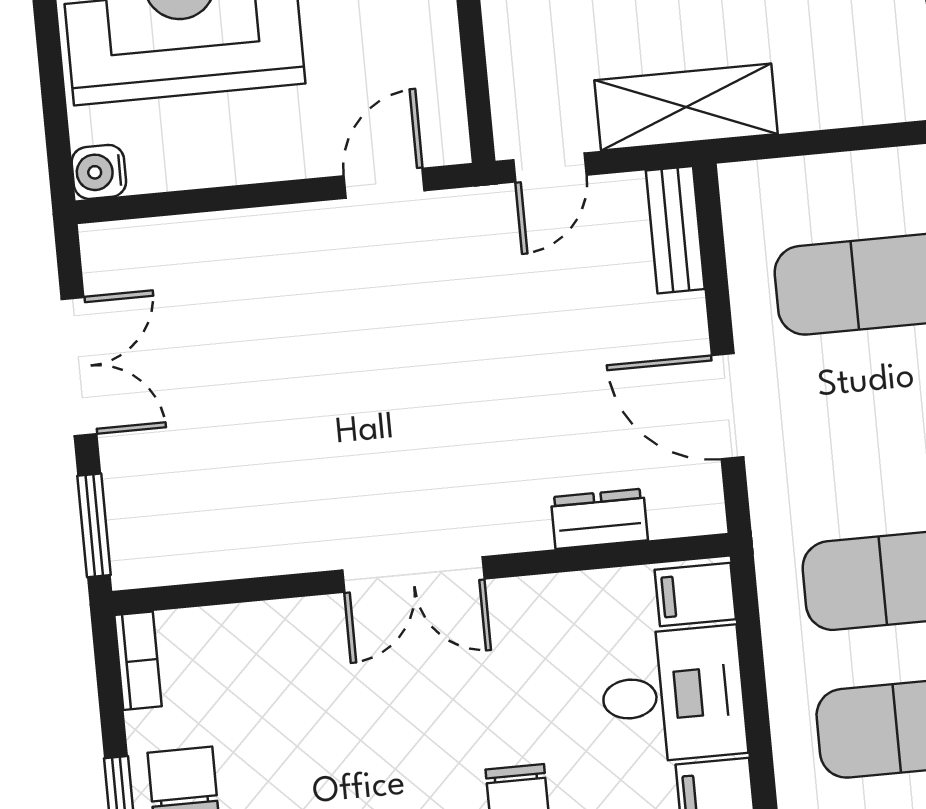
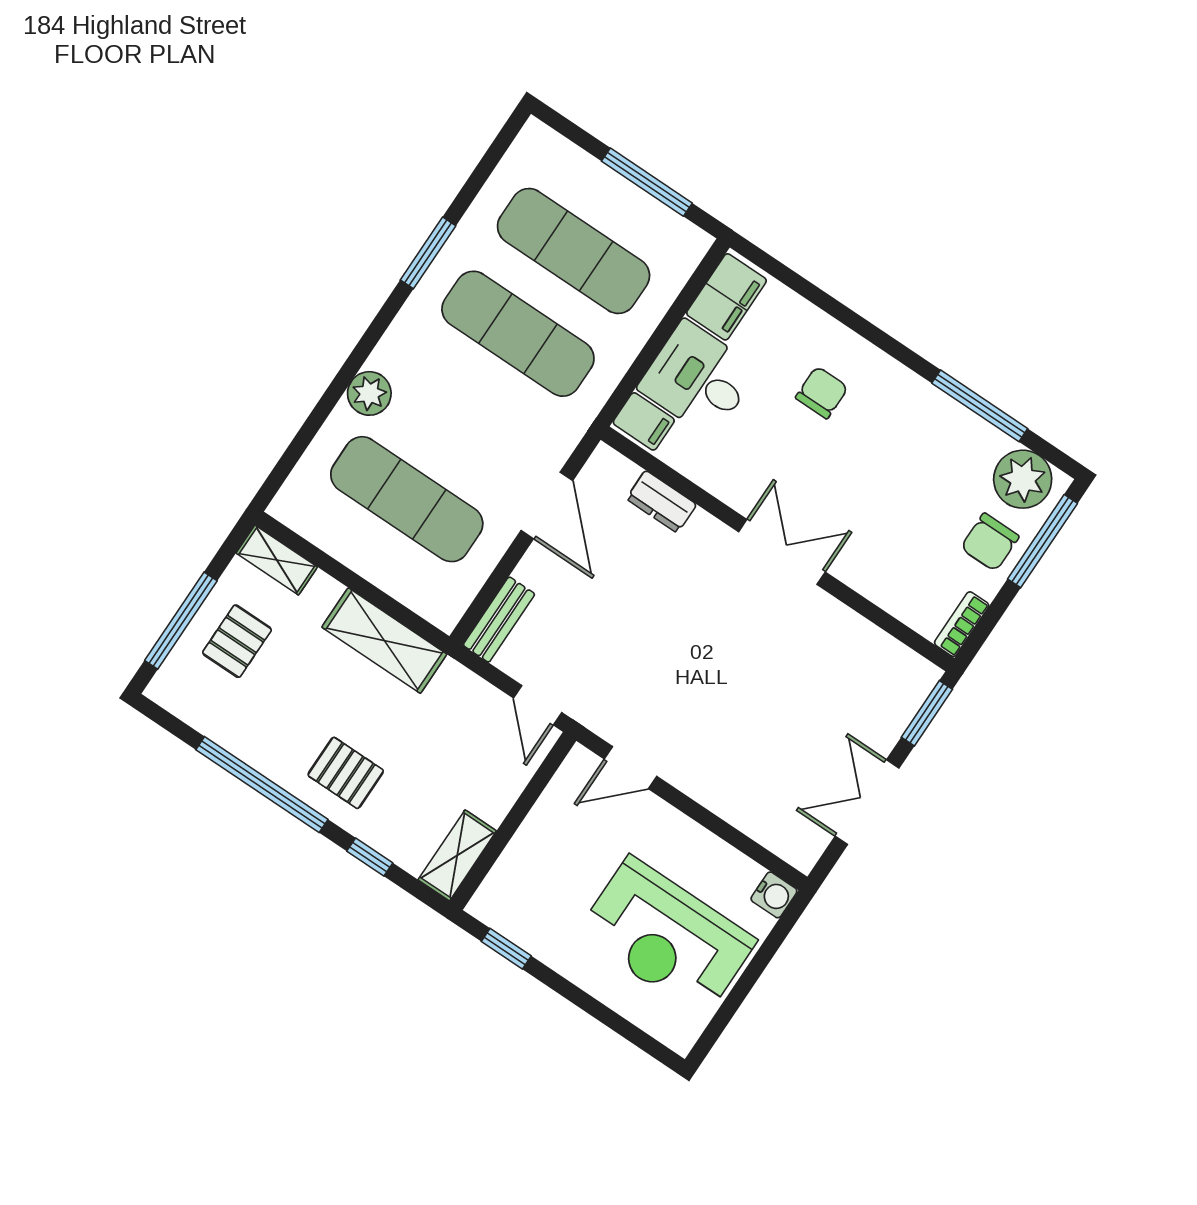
shelving: (686, 107) -> (384, 641), moved
door: (550, 168) -> (538, 705), swing flipped

